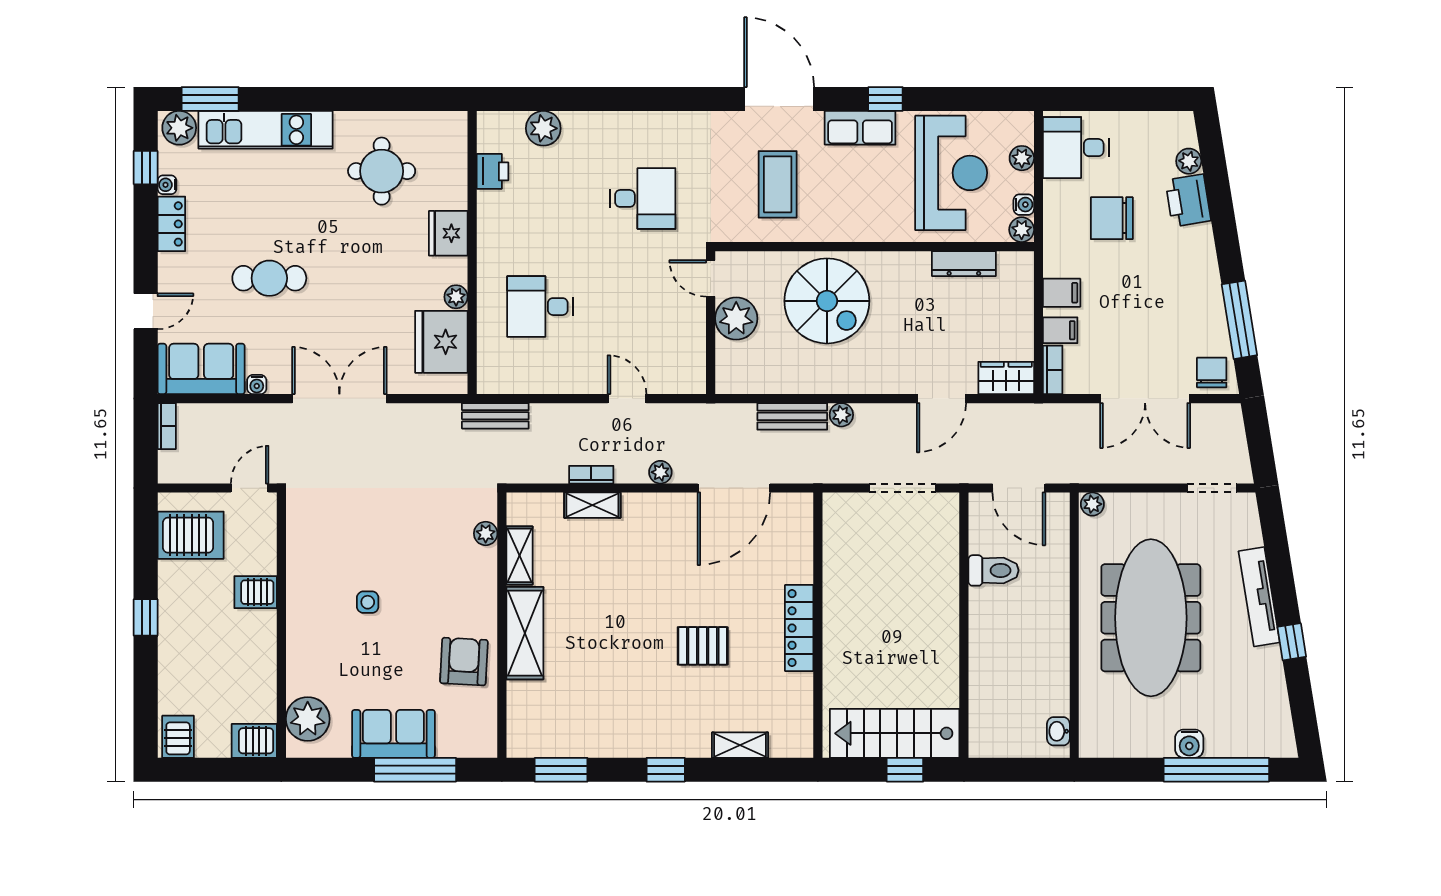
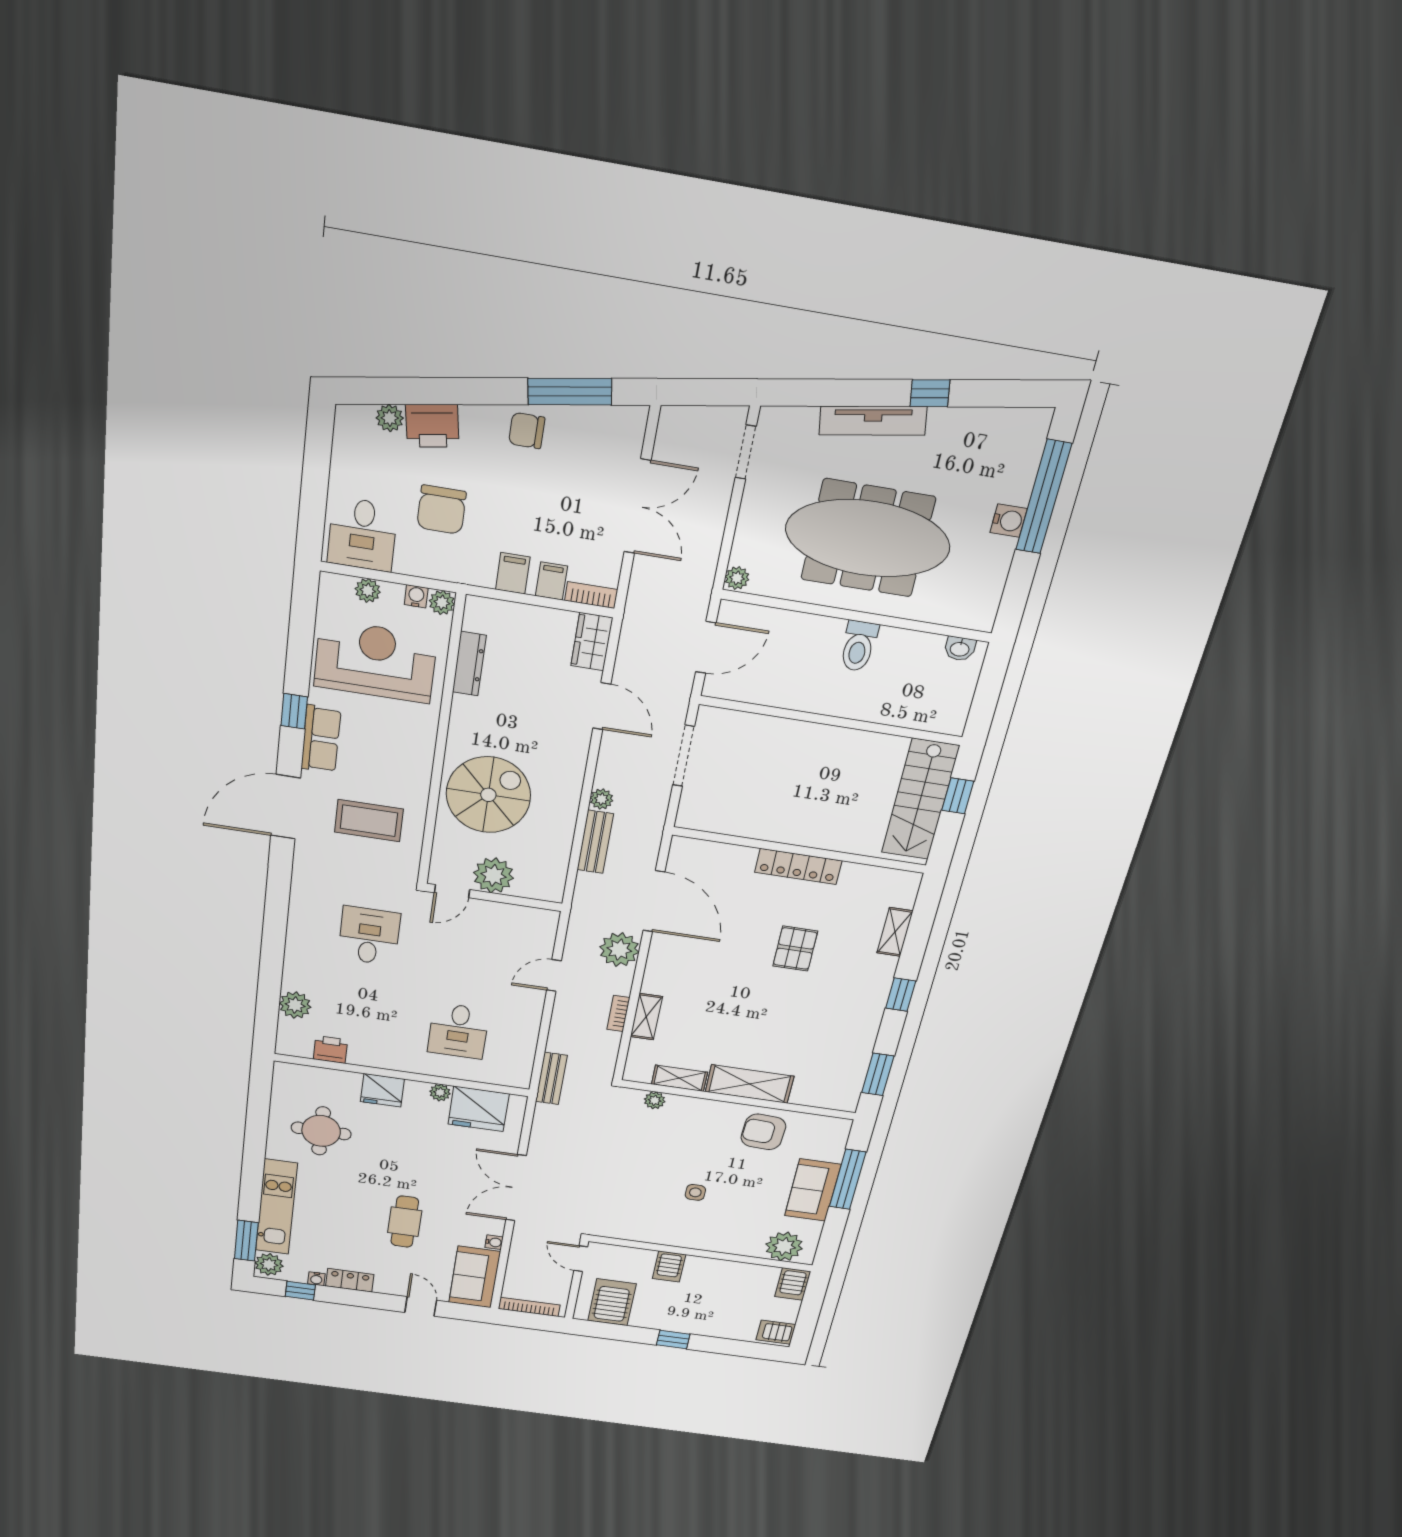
chair: (1212, 372) -> (527, 431), moved
bookcase: (167, 426) -> (529, 1307), width x1.56
plant: (660, 472) -> (619, 950), width x1.88, depth x1.88
toilet: (994, 570) -> (859, 646), moved, turned 180

